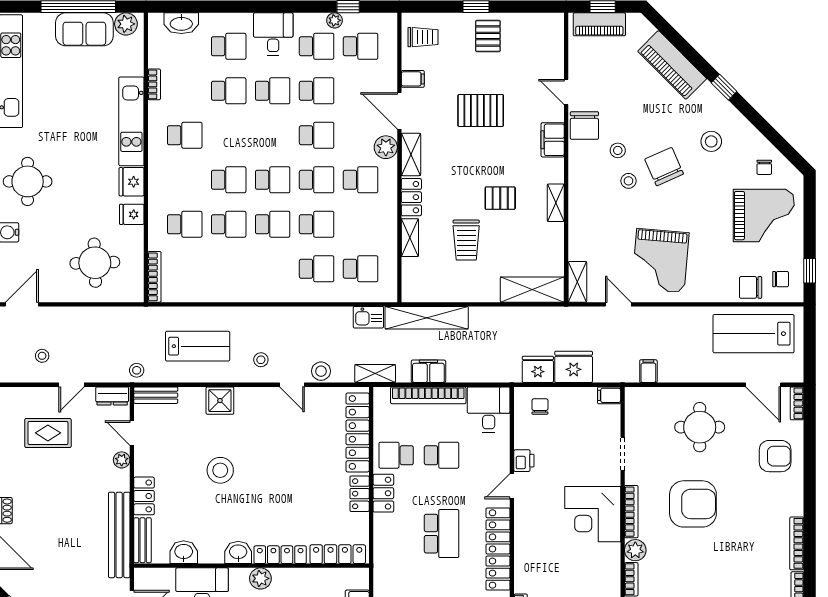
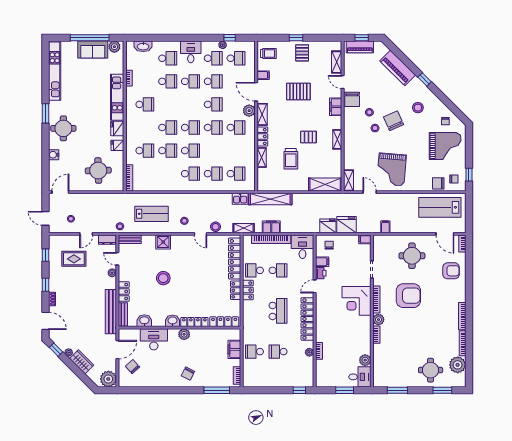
shelving: (555, 53) -> (337, 62), added
school desk: (317, 224) -> (190, 174), moved
filing cabinet: (526, 439) -> (322, 262), added

